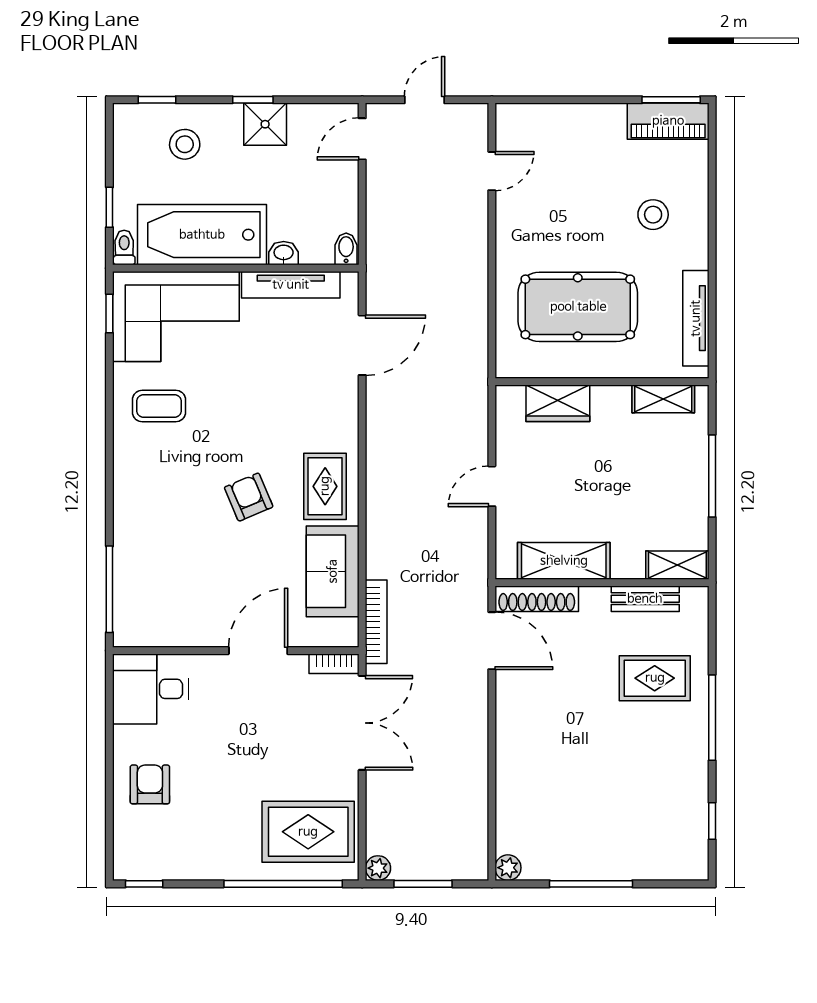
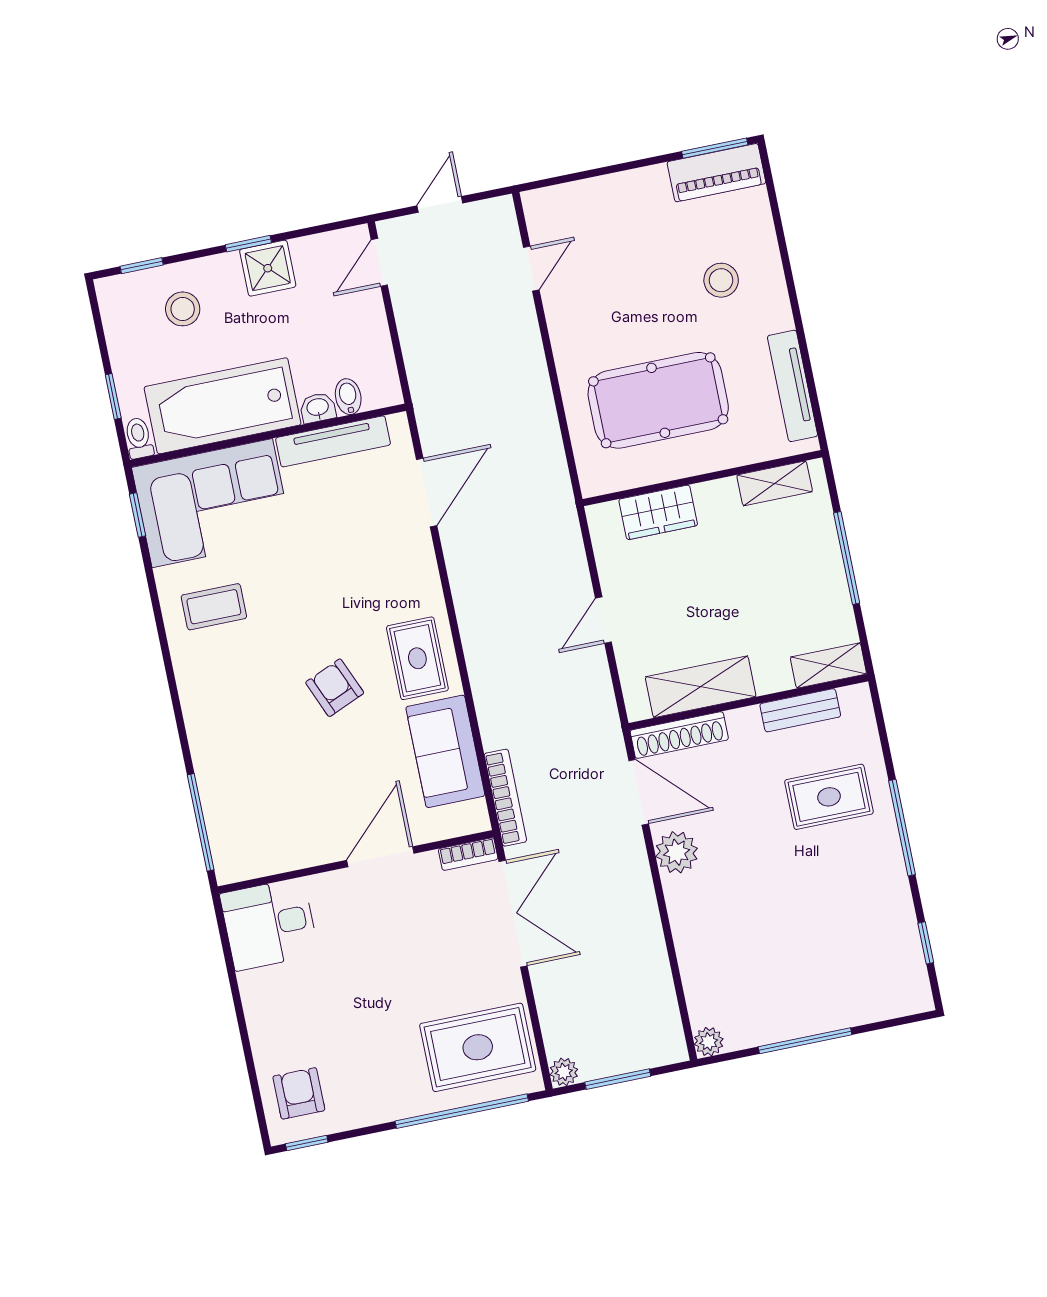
bidet: (346, 249) -> (348, 397), moved
plant: (514, 699) -> (677, 852), added
armchair: (150, 784) -> (299, 1093), moved

